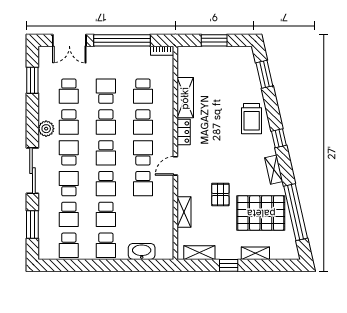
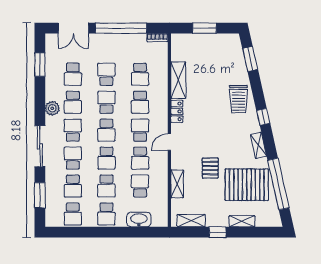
school desk: (106, 122) -> (106, 102), turned 180
school desk: (143, 214) -> (140, 186), added

